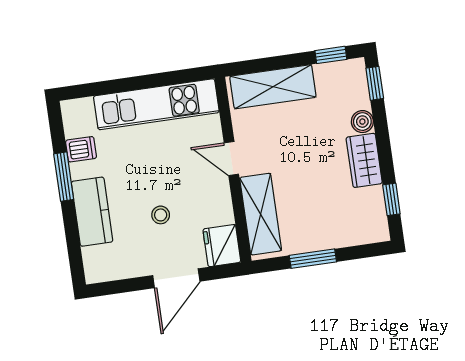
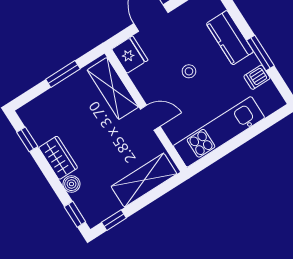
stool: (161, 215) -> (189, 71), moved

